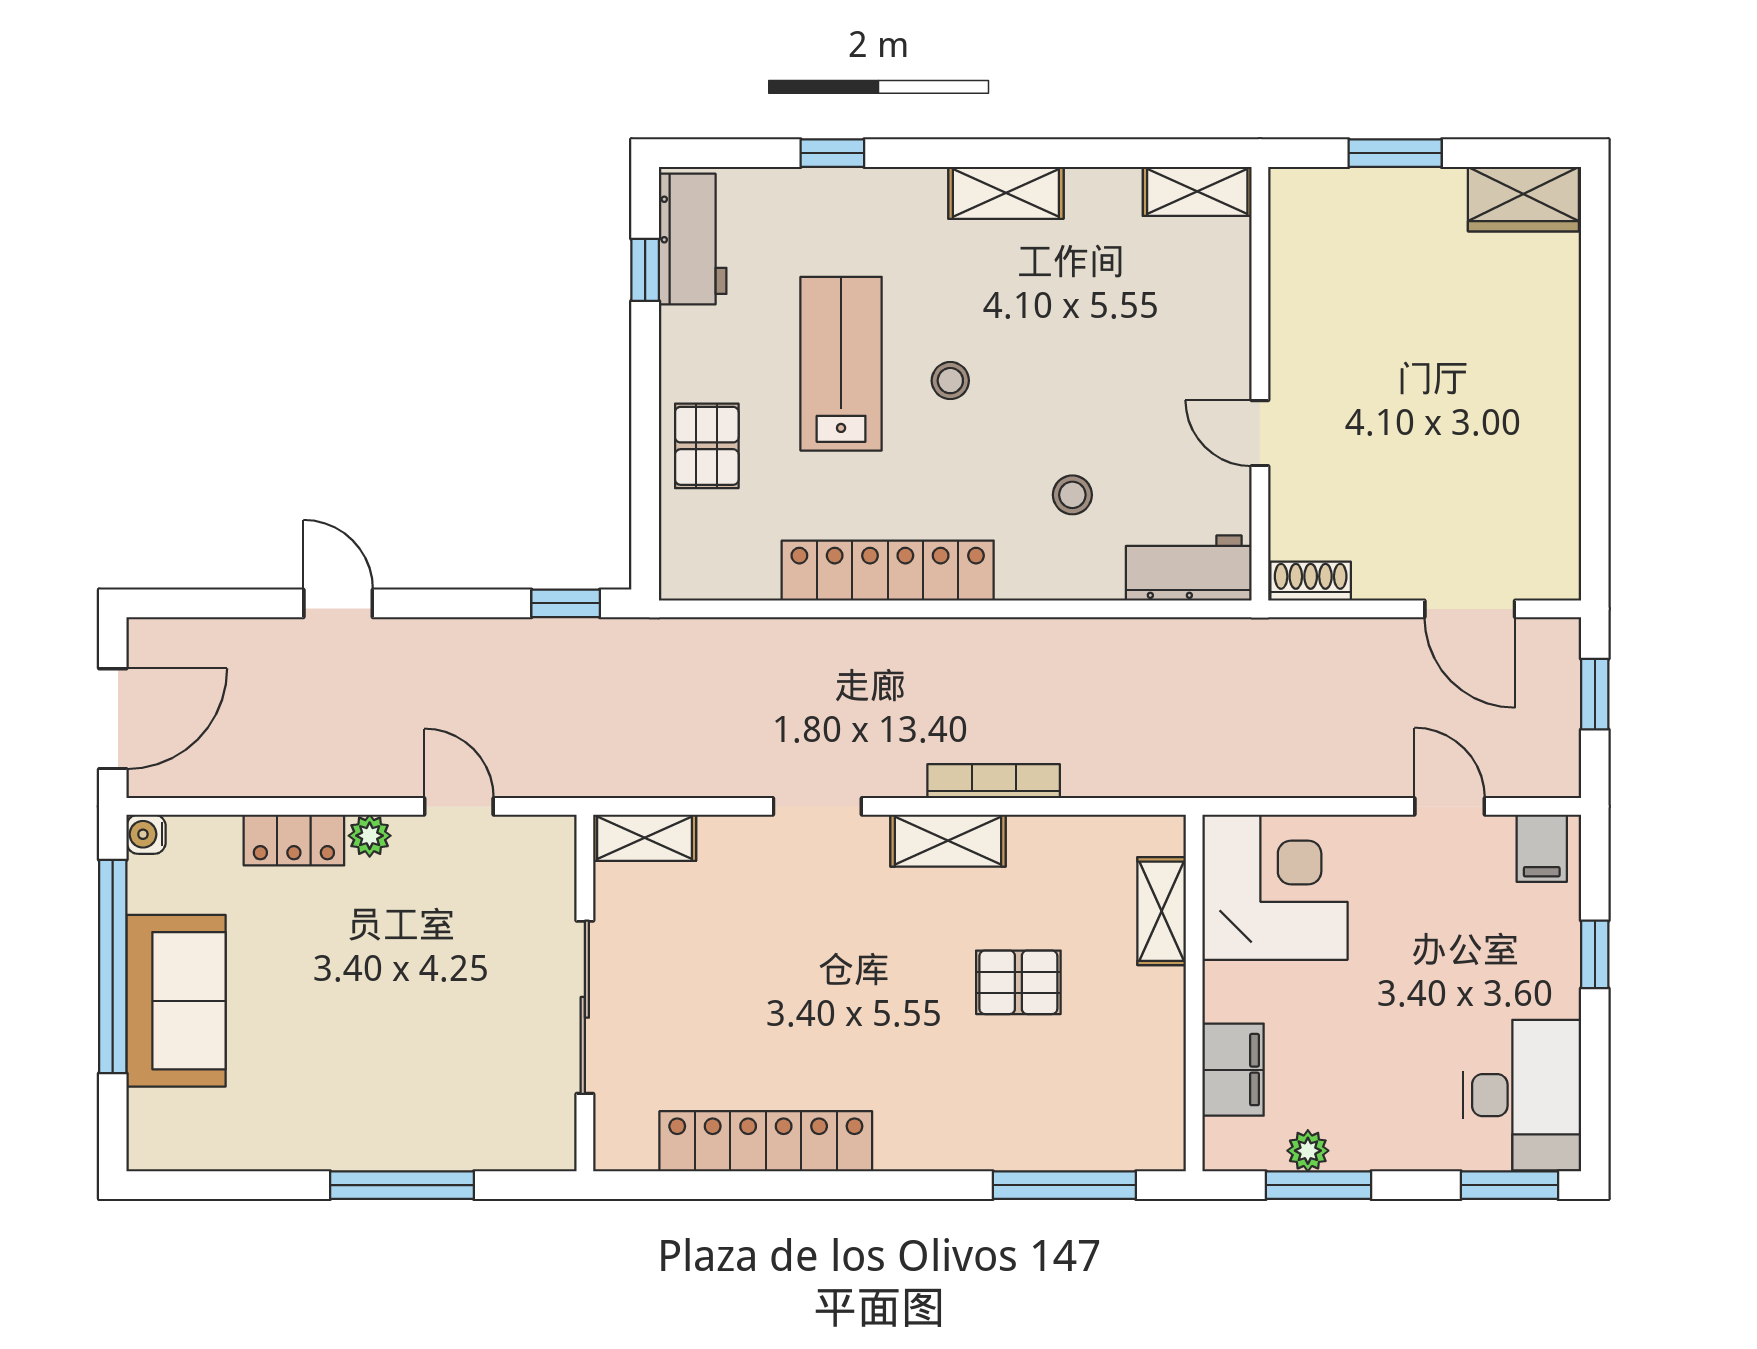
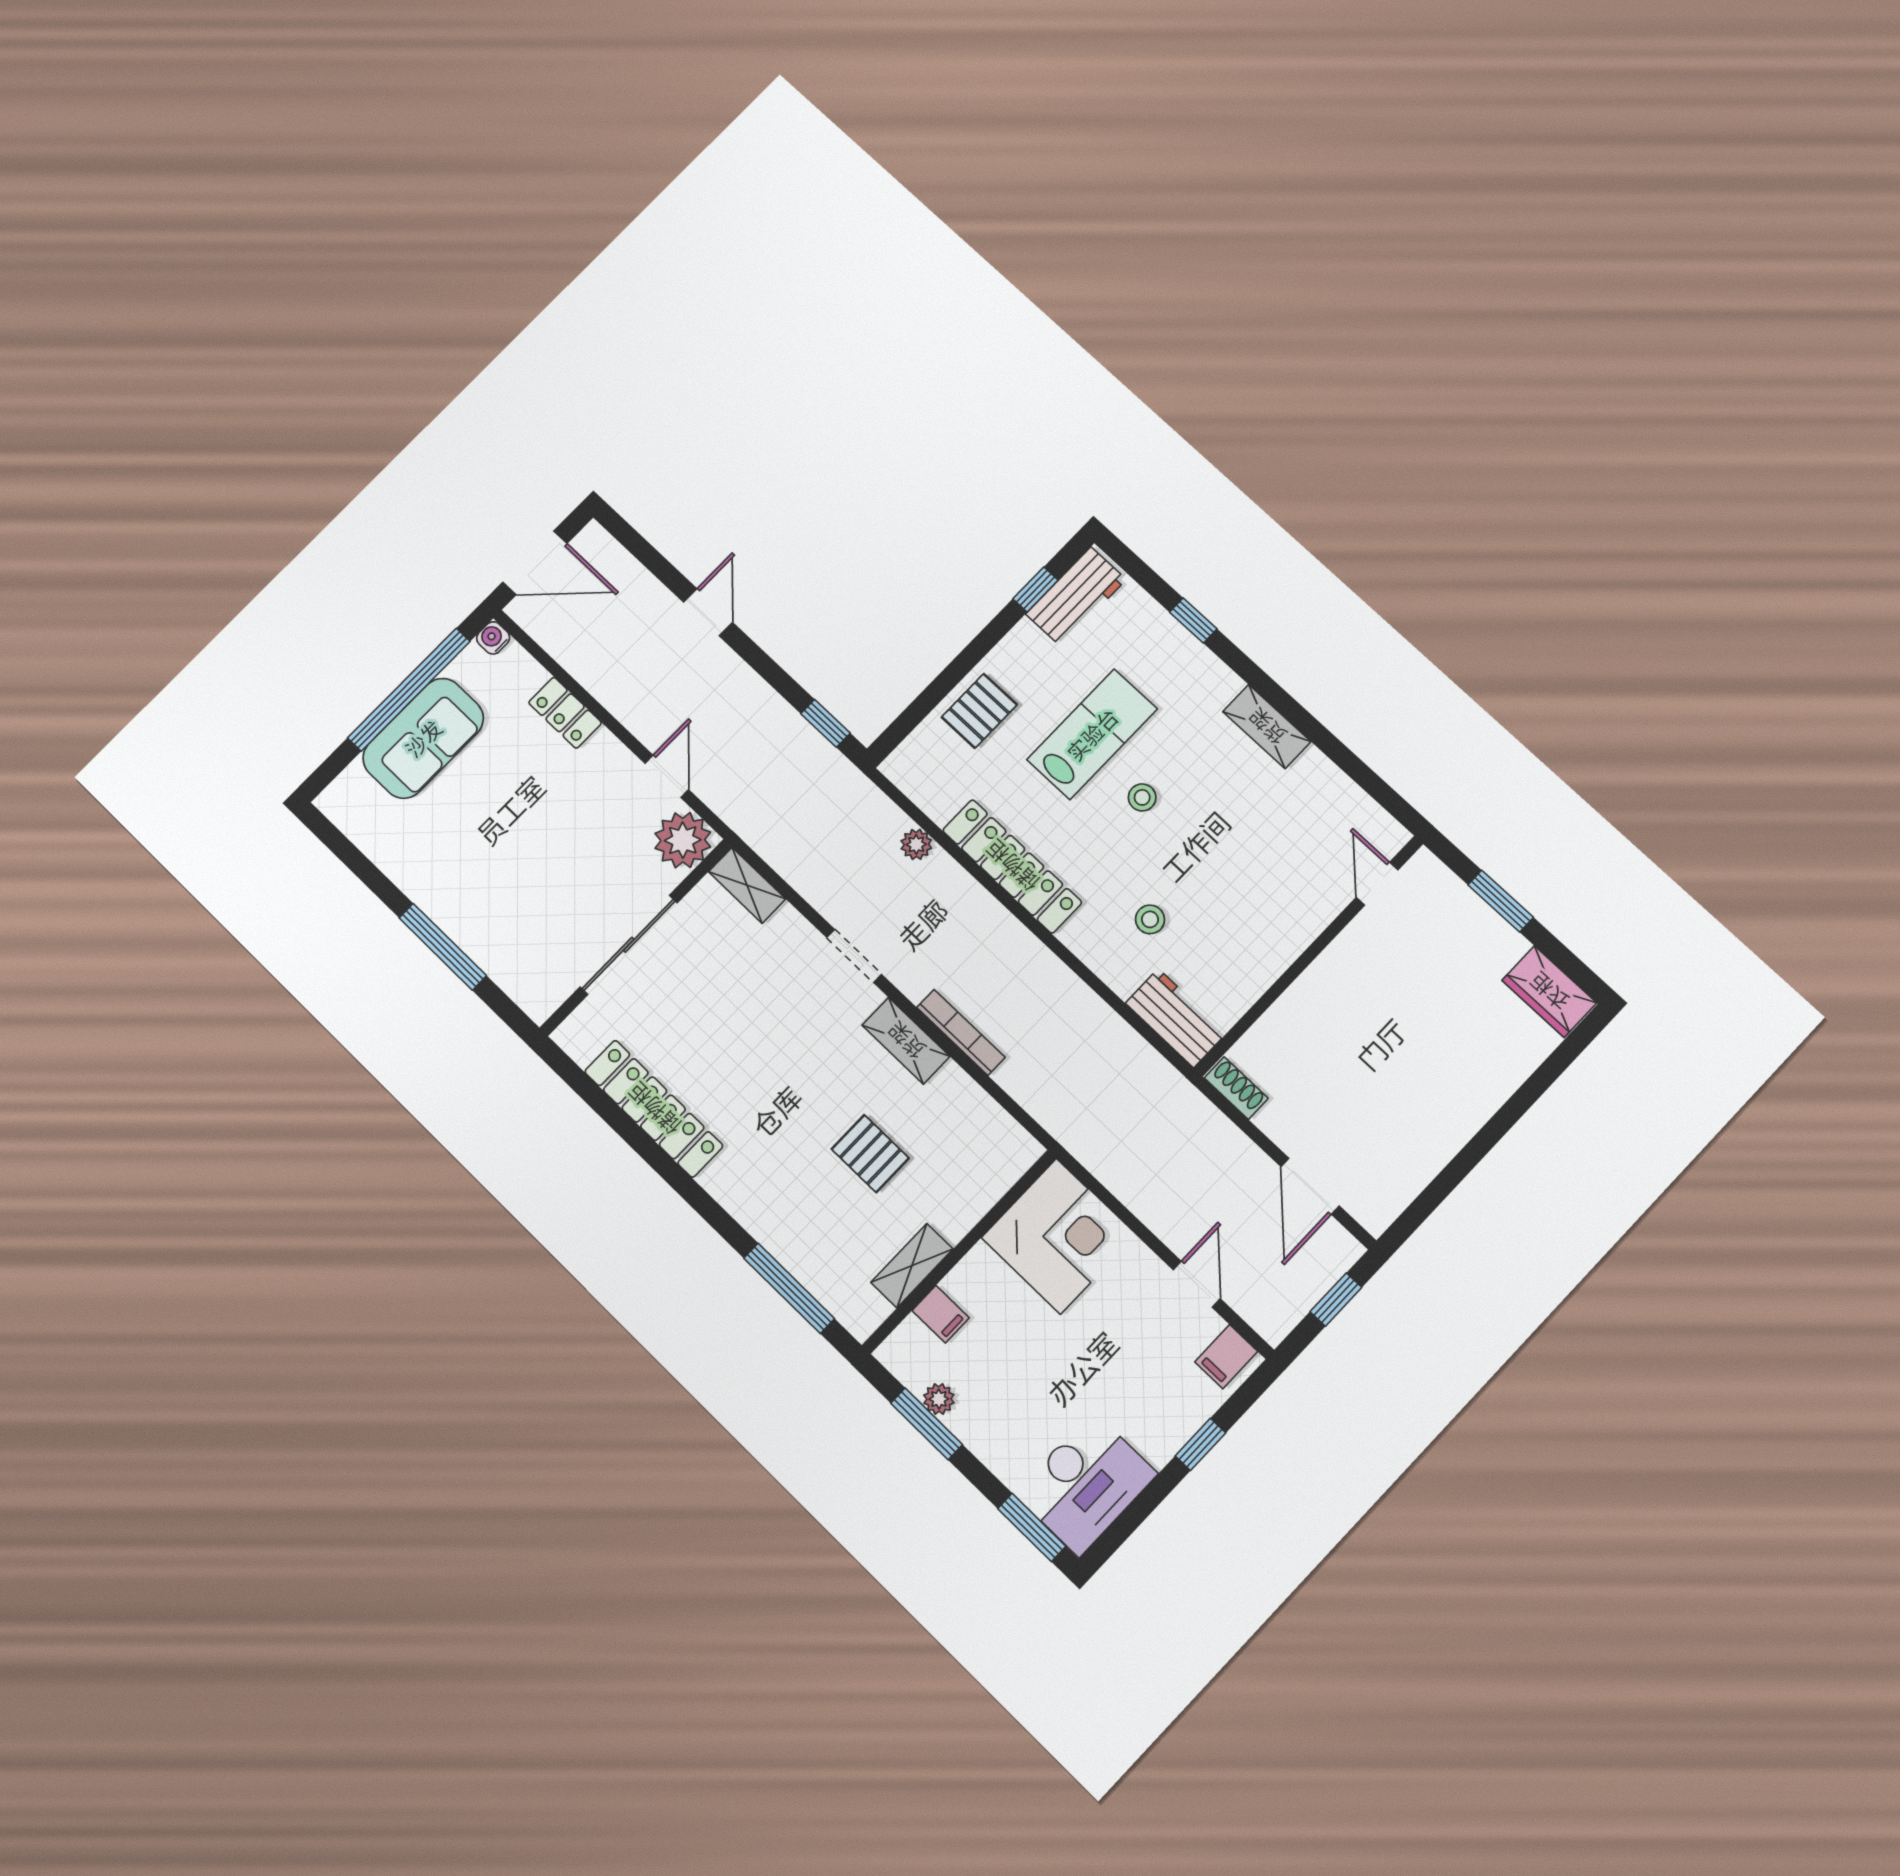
shelving: (1197, 191) -> (1372, 821), removed
door: (1260, 433) -> (1377, 884), moved
plant: (773, 638) -> (916, 844), added
plant: (370, 836) -> (683, 840), moved, width x1.87, depth x1.87
shelving: (1162, 911) -> (912, 1266), moved
filing cabinet: (1233, 1070) -> (941, 1314), width x0.50

